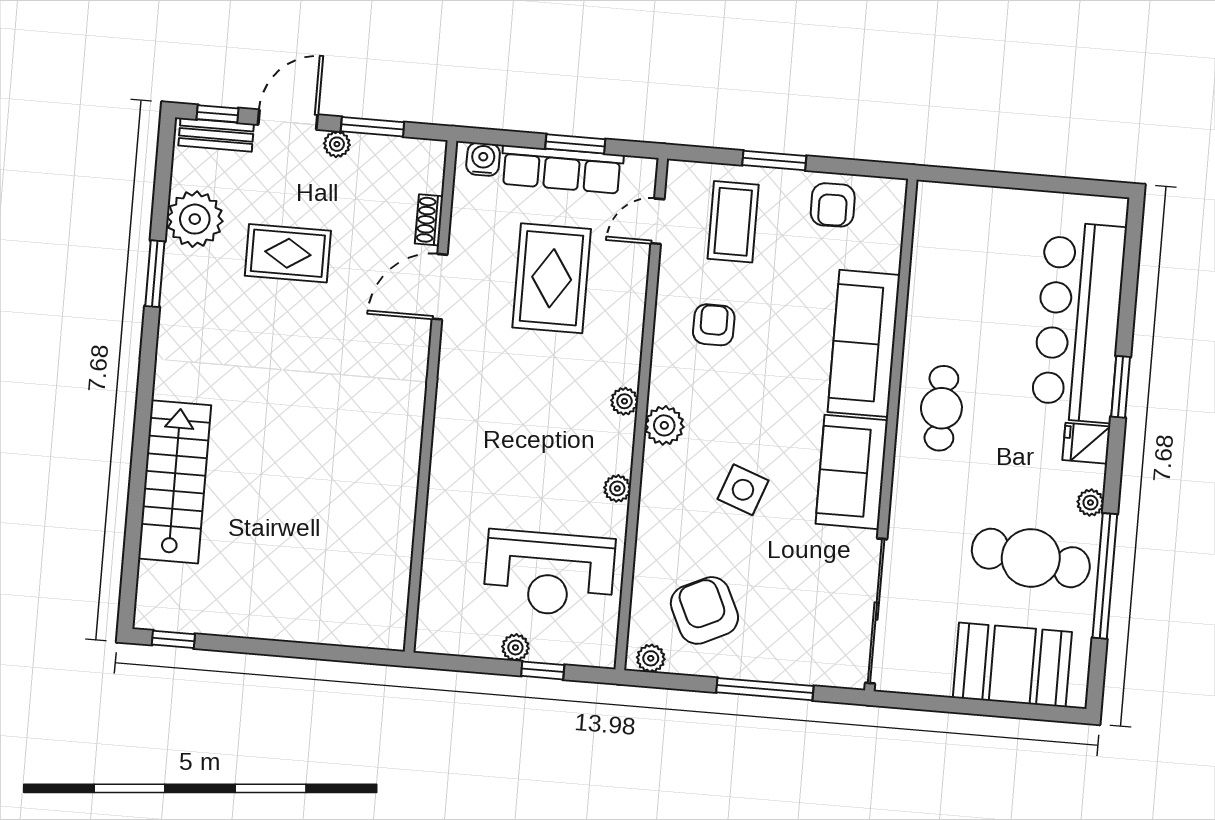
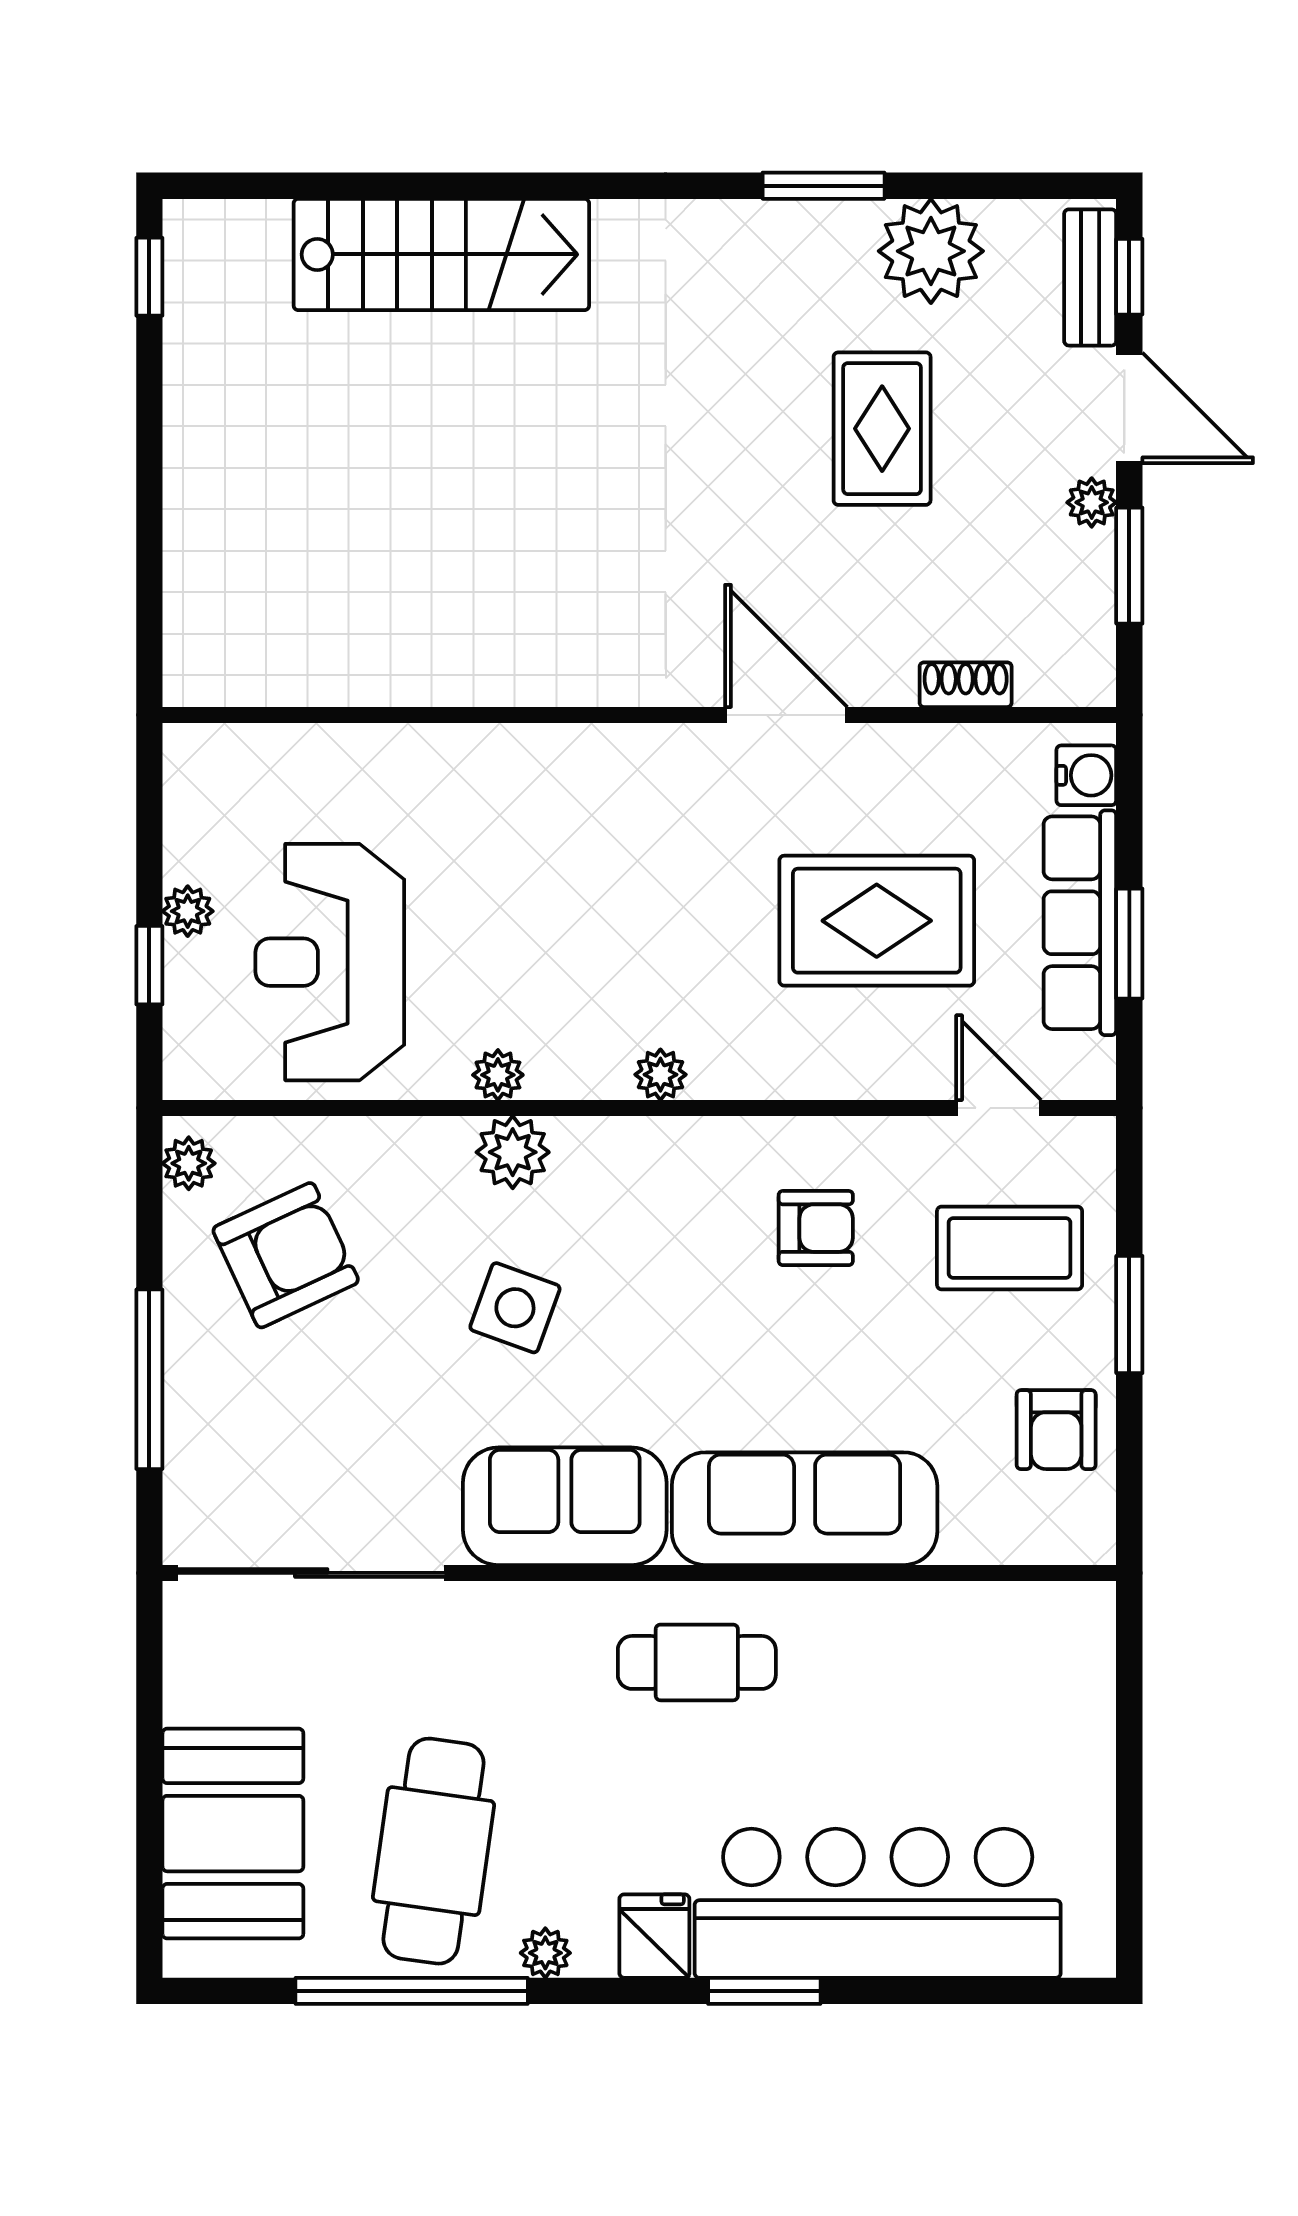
armchair: (833, 205) -> (1056, 1430), turned -89
door: (440, 287) -> (786, 715), moved
plant: (664, 425) -> (513, 1152), moved

